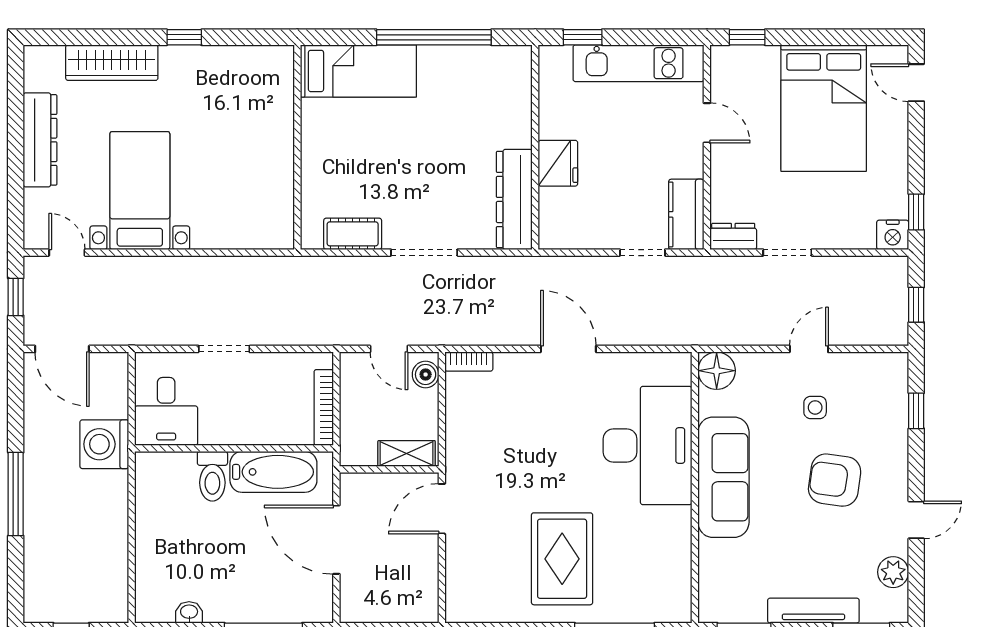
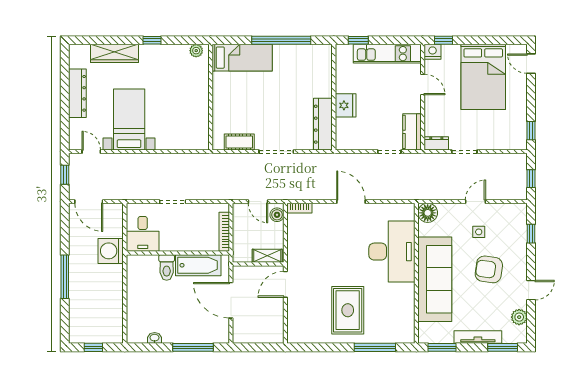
plant: (269, 57) -> (196, 51), added
nightstand: (893, 235) -> (433, 52), moved, turned 180
sofa: (723, 477) -> (435, 279), width x1.36, depth x1.27

